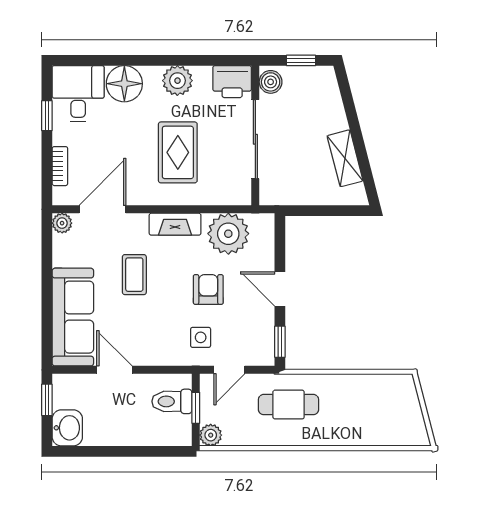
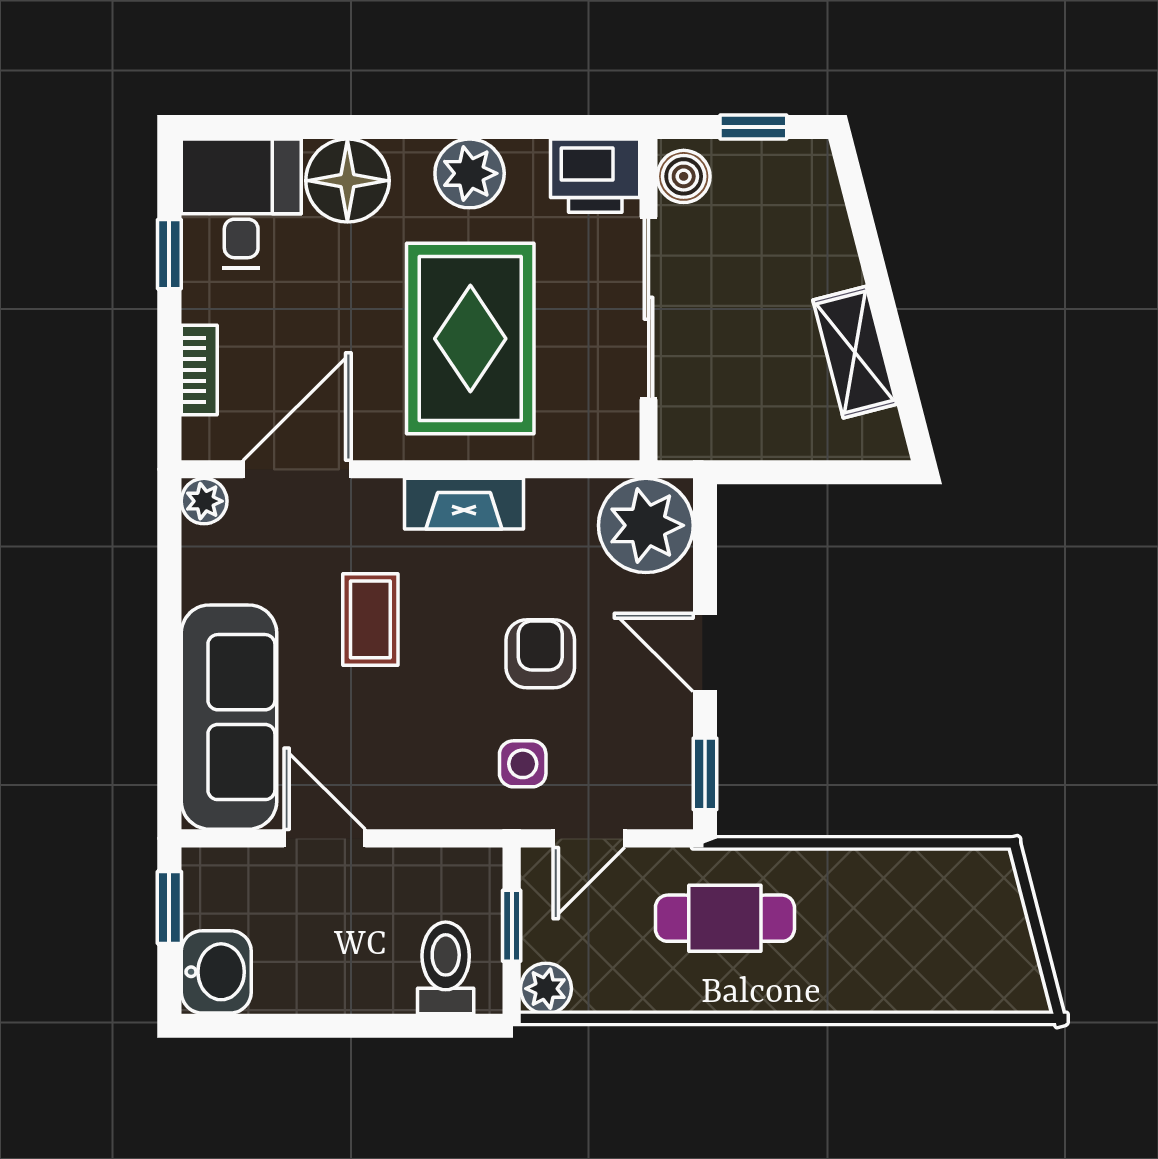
rug: (178, 152) -> (470, 339), width x1.36, depth x1.43
plant: (228, 234) -> (646, 525), moved
toilet: (172, 401) -> (446, 968), moved, turned 90

